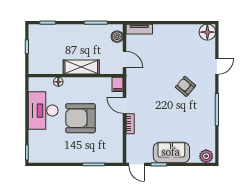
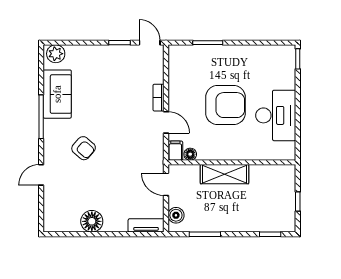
floor lamp: (207, 32) -> (92, 221), moved
floor lamp: (58, 82) -> (190, 154), moved
sofa: (171, 152) -> (57, 94), moved, turned -90

